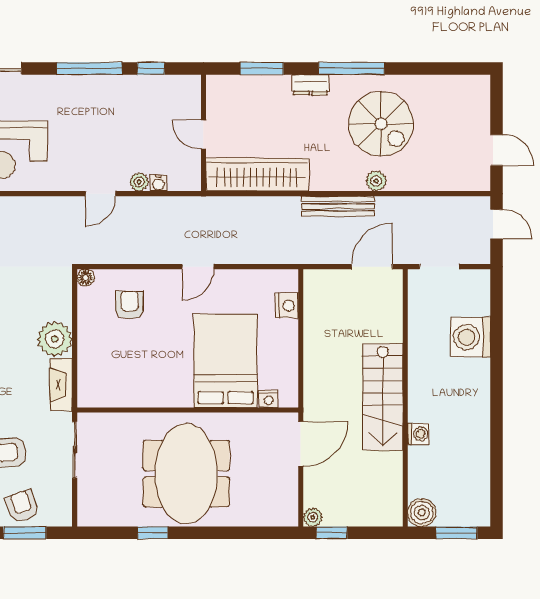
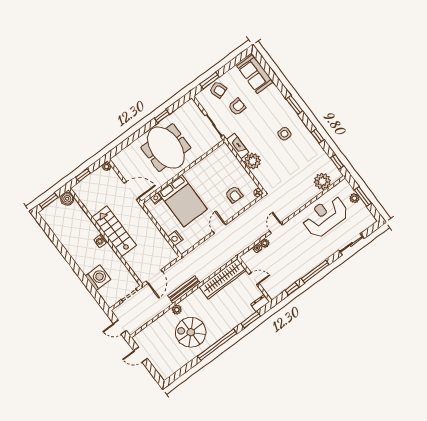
window: (352, 68) -> (217, 345), width x1.46
dresser: (311, 85) -> (260, 303), moved
washing machine: (418, 434) -> (101, 241), moved
door: (301, 444) -> (132, 191), swing flipped
window: (332, 533) -> (83, 175), moved

